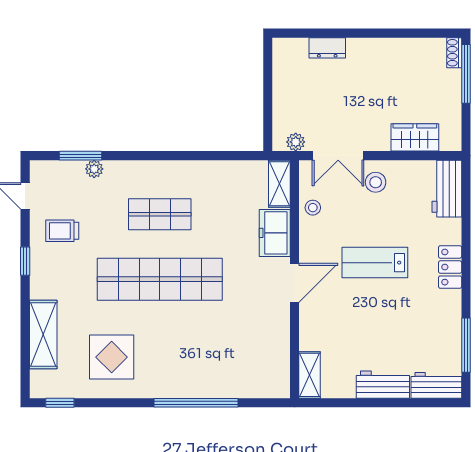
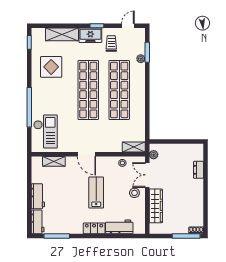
wardrobe: (415, 137) -> (156, 206), width x1.50
workbench: (447, 189) -> (119, 227), moved
shop shelf: (160, 214) -> (119, 90), width x2.00, depth x1.36
freezer: (275, 233) -> (90, 35), moved, turned 180
checkout: (247, 369) -> (46, 131), added
shelving: (309, 375) -> (54, 161), moved

